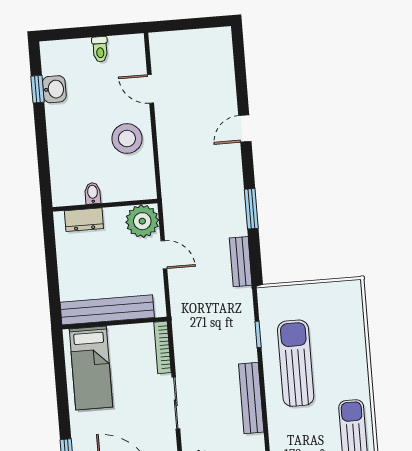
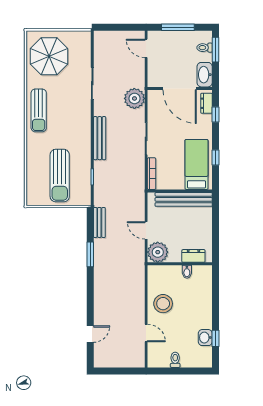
door: (245, 128) -> (90, 334), moved
sun lounger: (296, 363) -> (60, 176), moved
window: (61, 382) -> (216, 158), added

